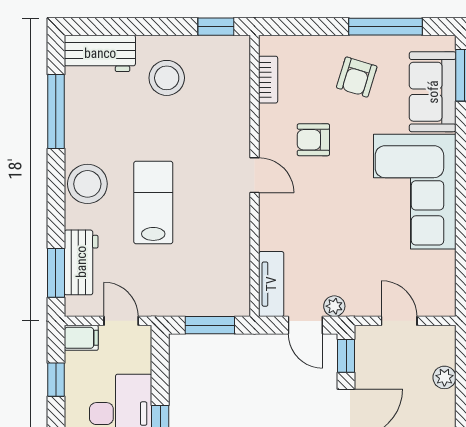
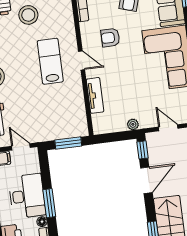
lab bench: (153, 202) -> (50, 61), moved
tv unit: (271, 284) -> (95, 95), moved
door: (305, 325) -> (119, 136), removed

